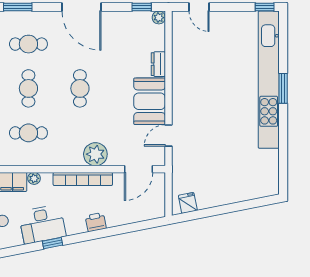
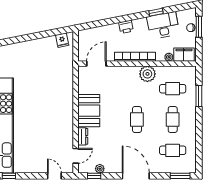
plant: (159, 18) -> (100, 169), moved
door: (168, 135) -> (76, 156), moved
plant: (95, 154) -> (147, 74), moved

